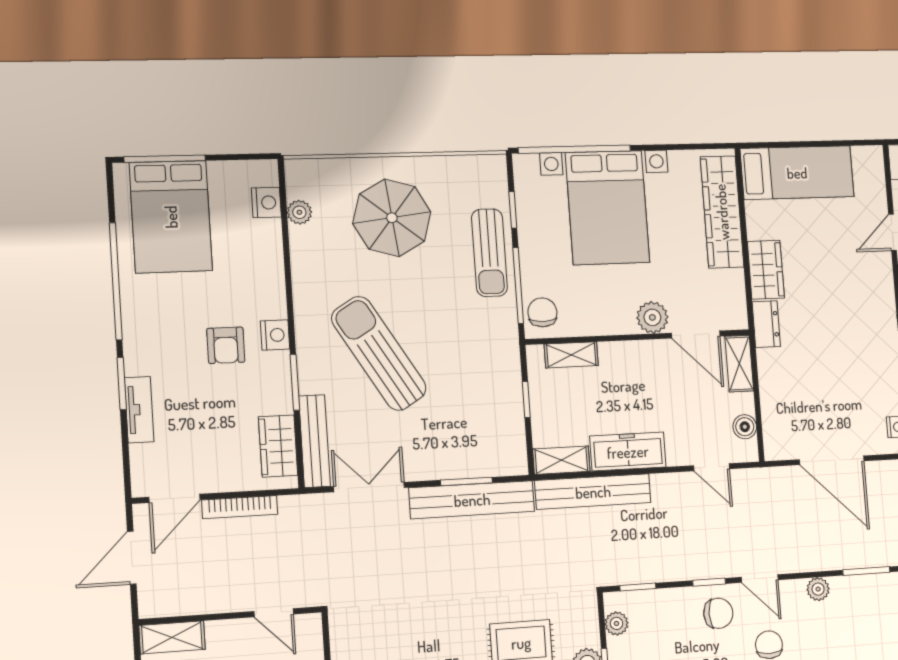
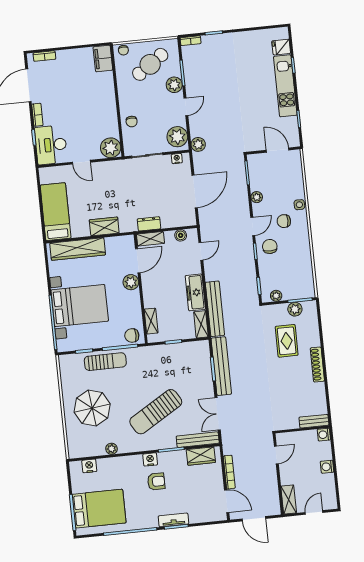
plant: (299, 212) -> (112, 449), moved
dresser: (766, 324) -> (149, 224), moved
tv unit: (139, 410) -> (173, 520), moved

